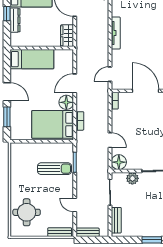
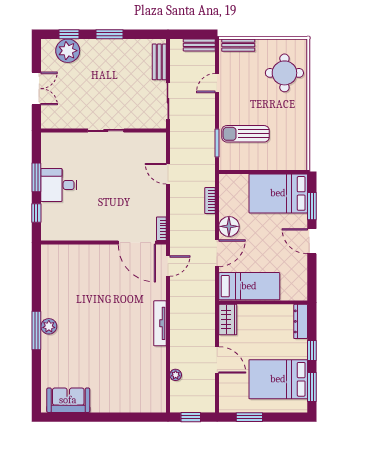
dresser: (15, 20) -> (301, 321), moved
bed: (32, 59) -> (249, 286), moved, turned 180
door: (146, 91) -> (137, 243), moved
bed: (53, 124) -> (278, 193), moved, turned 180
floor lamp: (119, 162) -> (156, 143), removed
plant: (132, 178) -> (137, 120), removed
door: (75, 205) -> (217, 83), swing flipped

